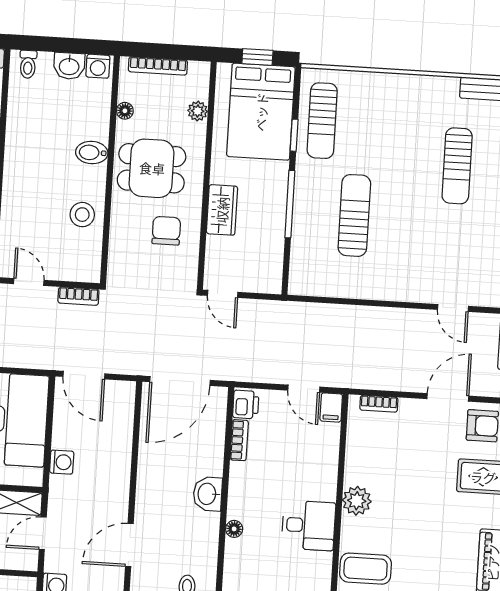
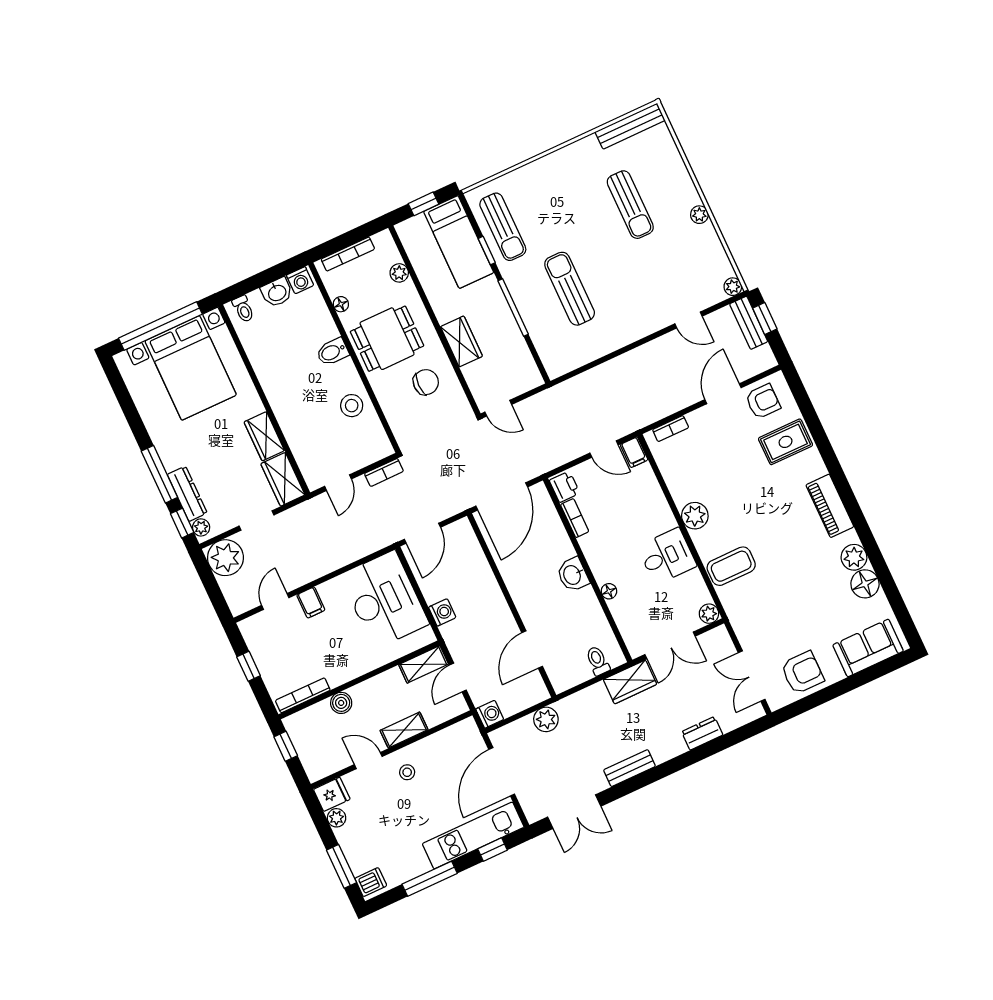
bed: (261, 112) -> (459, 242), width x0.67
chair: (166, 231) -> (426, 382), turned 90
door: (29, 282) -> (338, 483), swing flipped
door: (84, 375) -> (422, 533), hinge flipped

